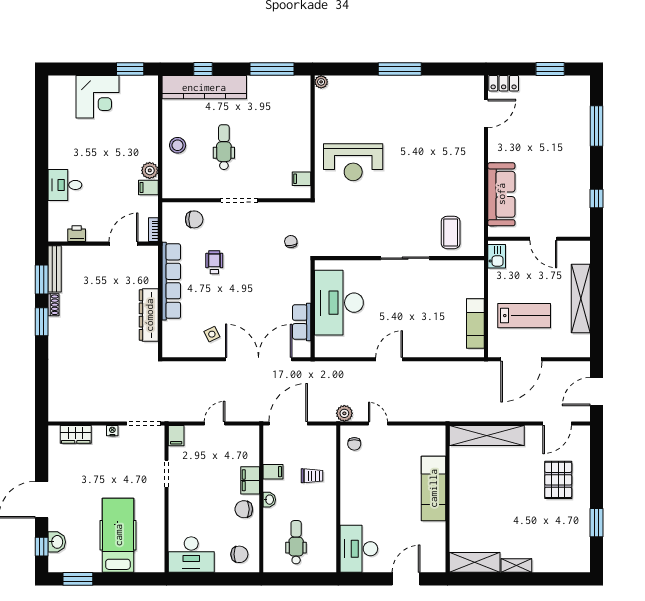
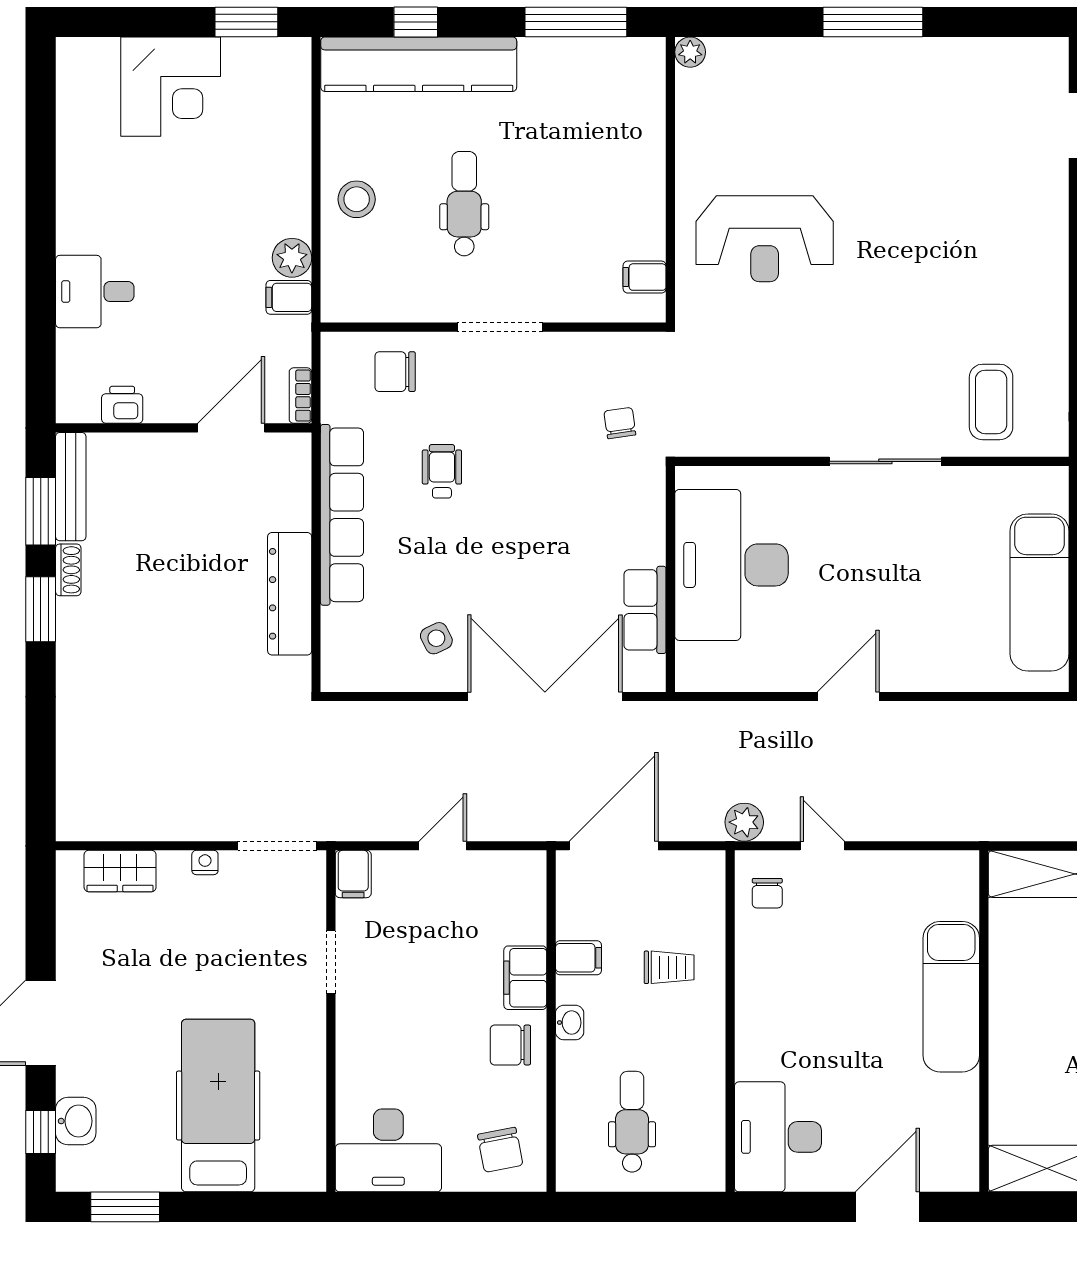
chair: (194, 219) -> (395, 372), turned 180
exam couch: (475, 323) -> (1040, 593), width x1.36, depth x1.45
chair: (239, 554) -> (500, 1150), turned 79

